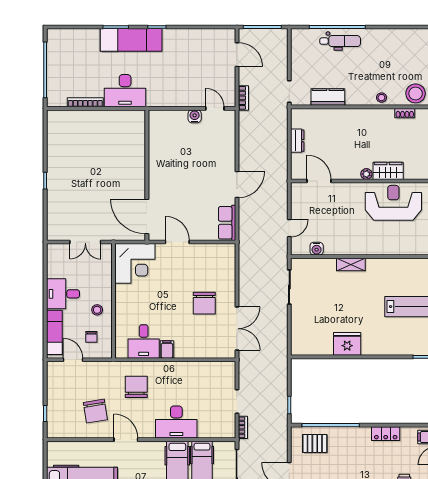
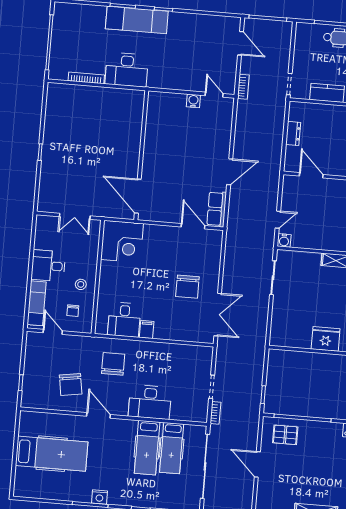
door: (177, 242) -> (193, 226), moved
water cooler: (317, 249) -> (284, 240), moved

